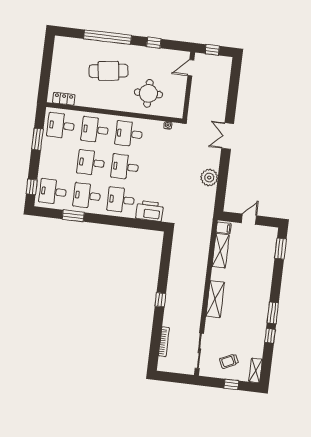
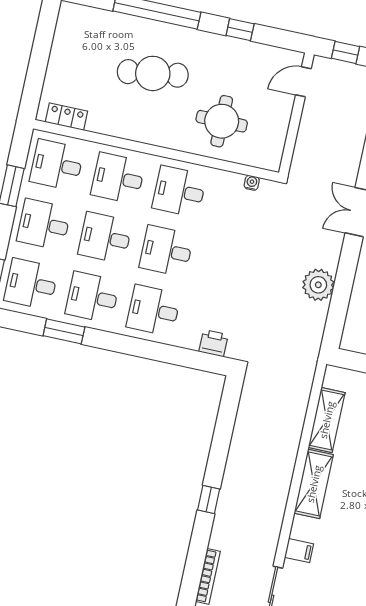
desk: (57, 159) -> (44, 224), added
printer: (150, 211) -> (213, 343), width x0.53, depth x0.68
filing cabinet: (224, 228) -> (299, 551), moved
shelving: (215, 299) -> (314, 484), moved

